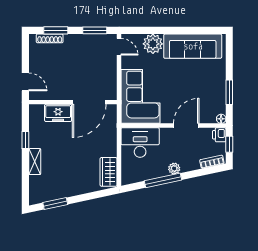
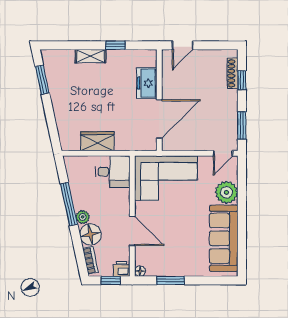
window: (56, 30) -> (242, 80), width x0.67
door: (89, 102) -> (159, 119), swing flipped
desk: (140, 143) -> (113, 172), width x0.73
floor lamp: (189, 162) -> (90, 234), added
wardrobe: (109, 172) -> (97, 141), moved

